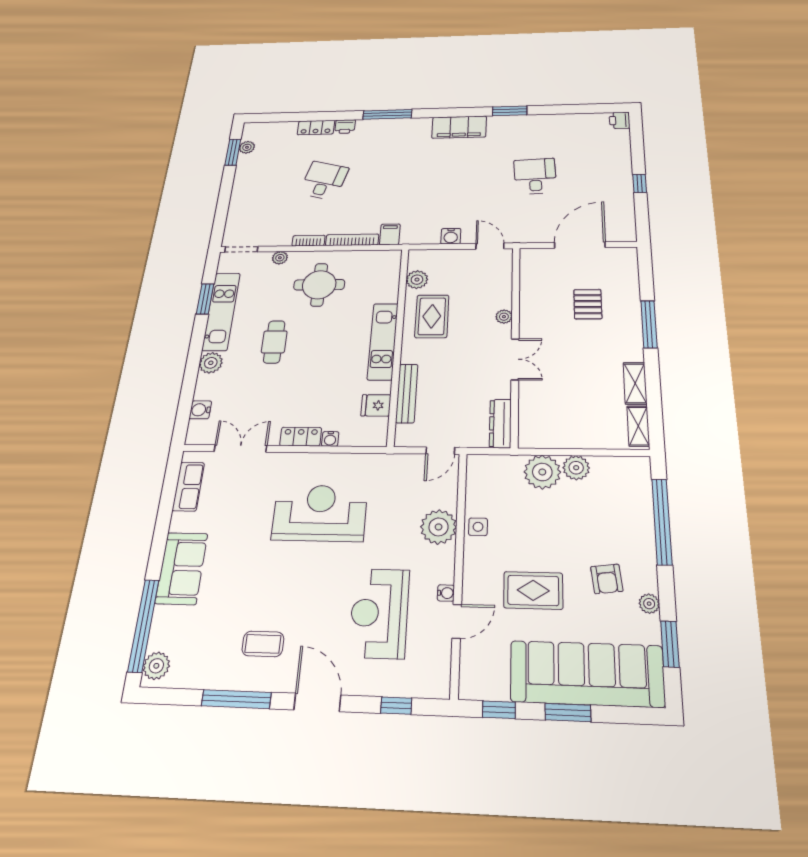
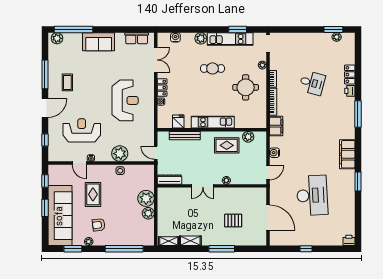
desk: (535, 176) -> (312, 195), width x1.87, depth x1.30
filing cabinet: (390, 234) -> (276, 126), width x2.00

